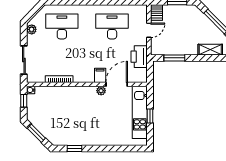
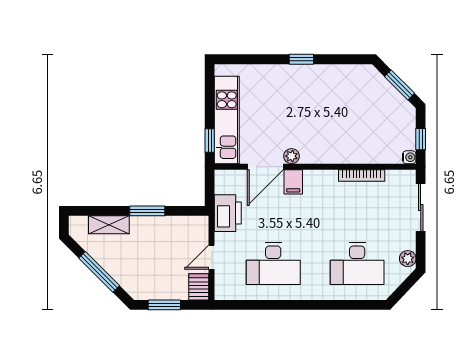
window: (174, 58) -> (147, 211), moved
window: (150, 116) -> (210, 140), moved
window: (75, 149) -> (301, 59), moved

